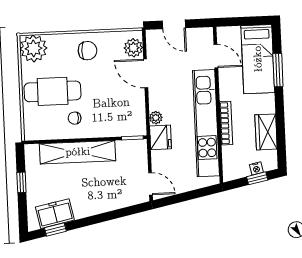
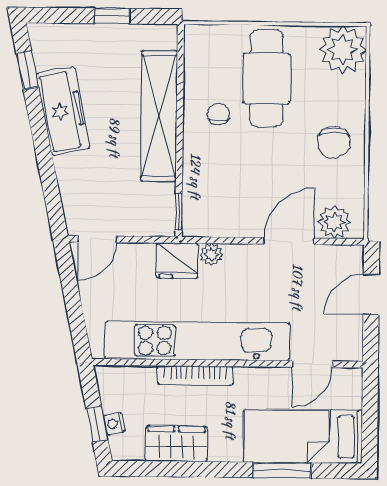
freezer: (55, 214) -> (63, 111), moved, width x1.40

